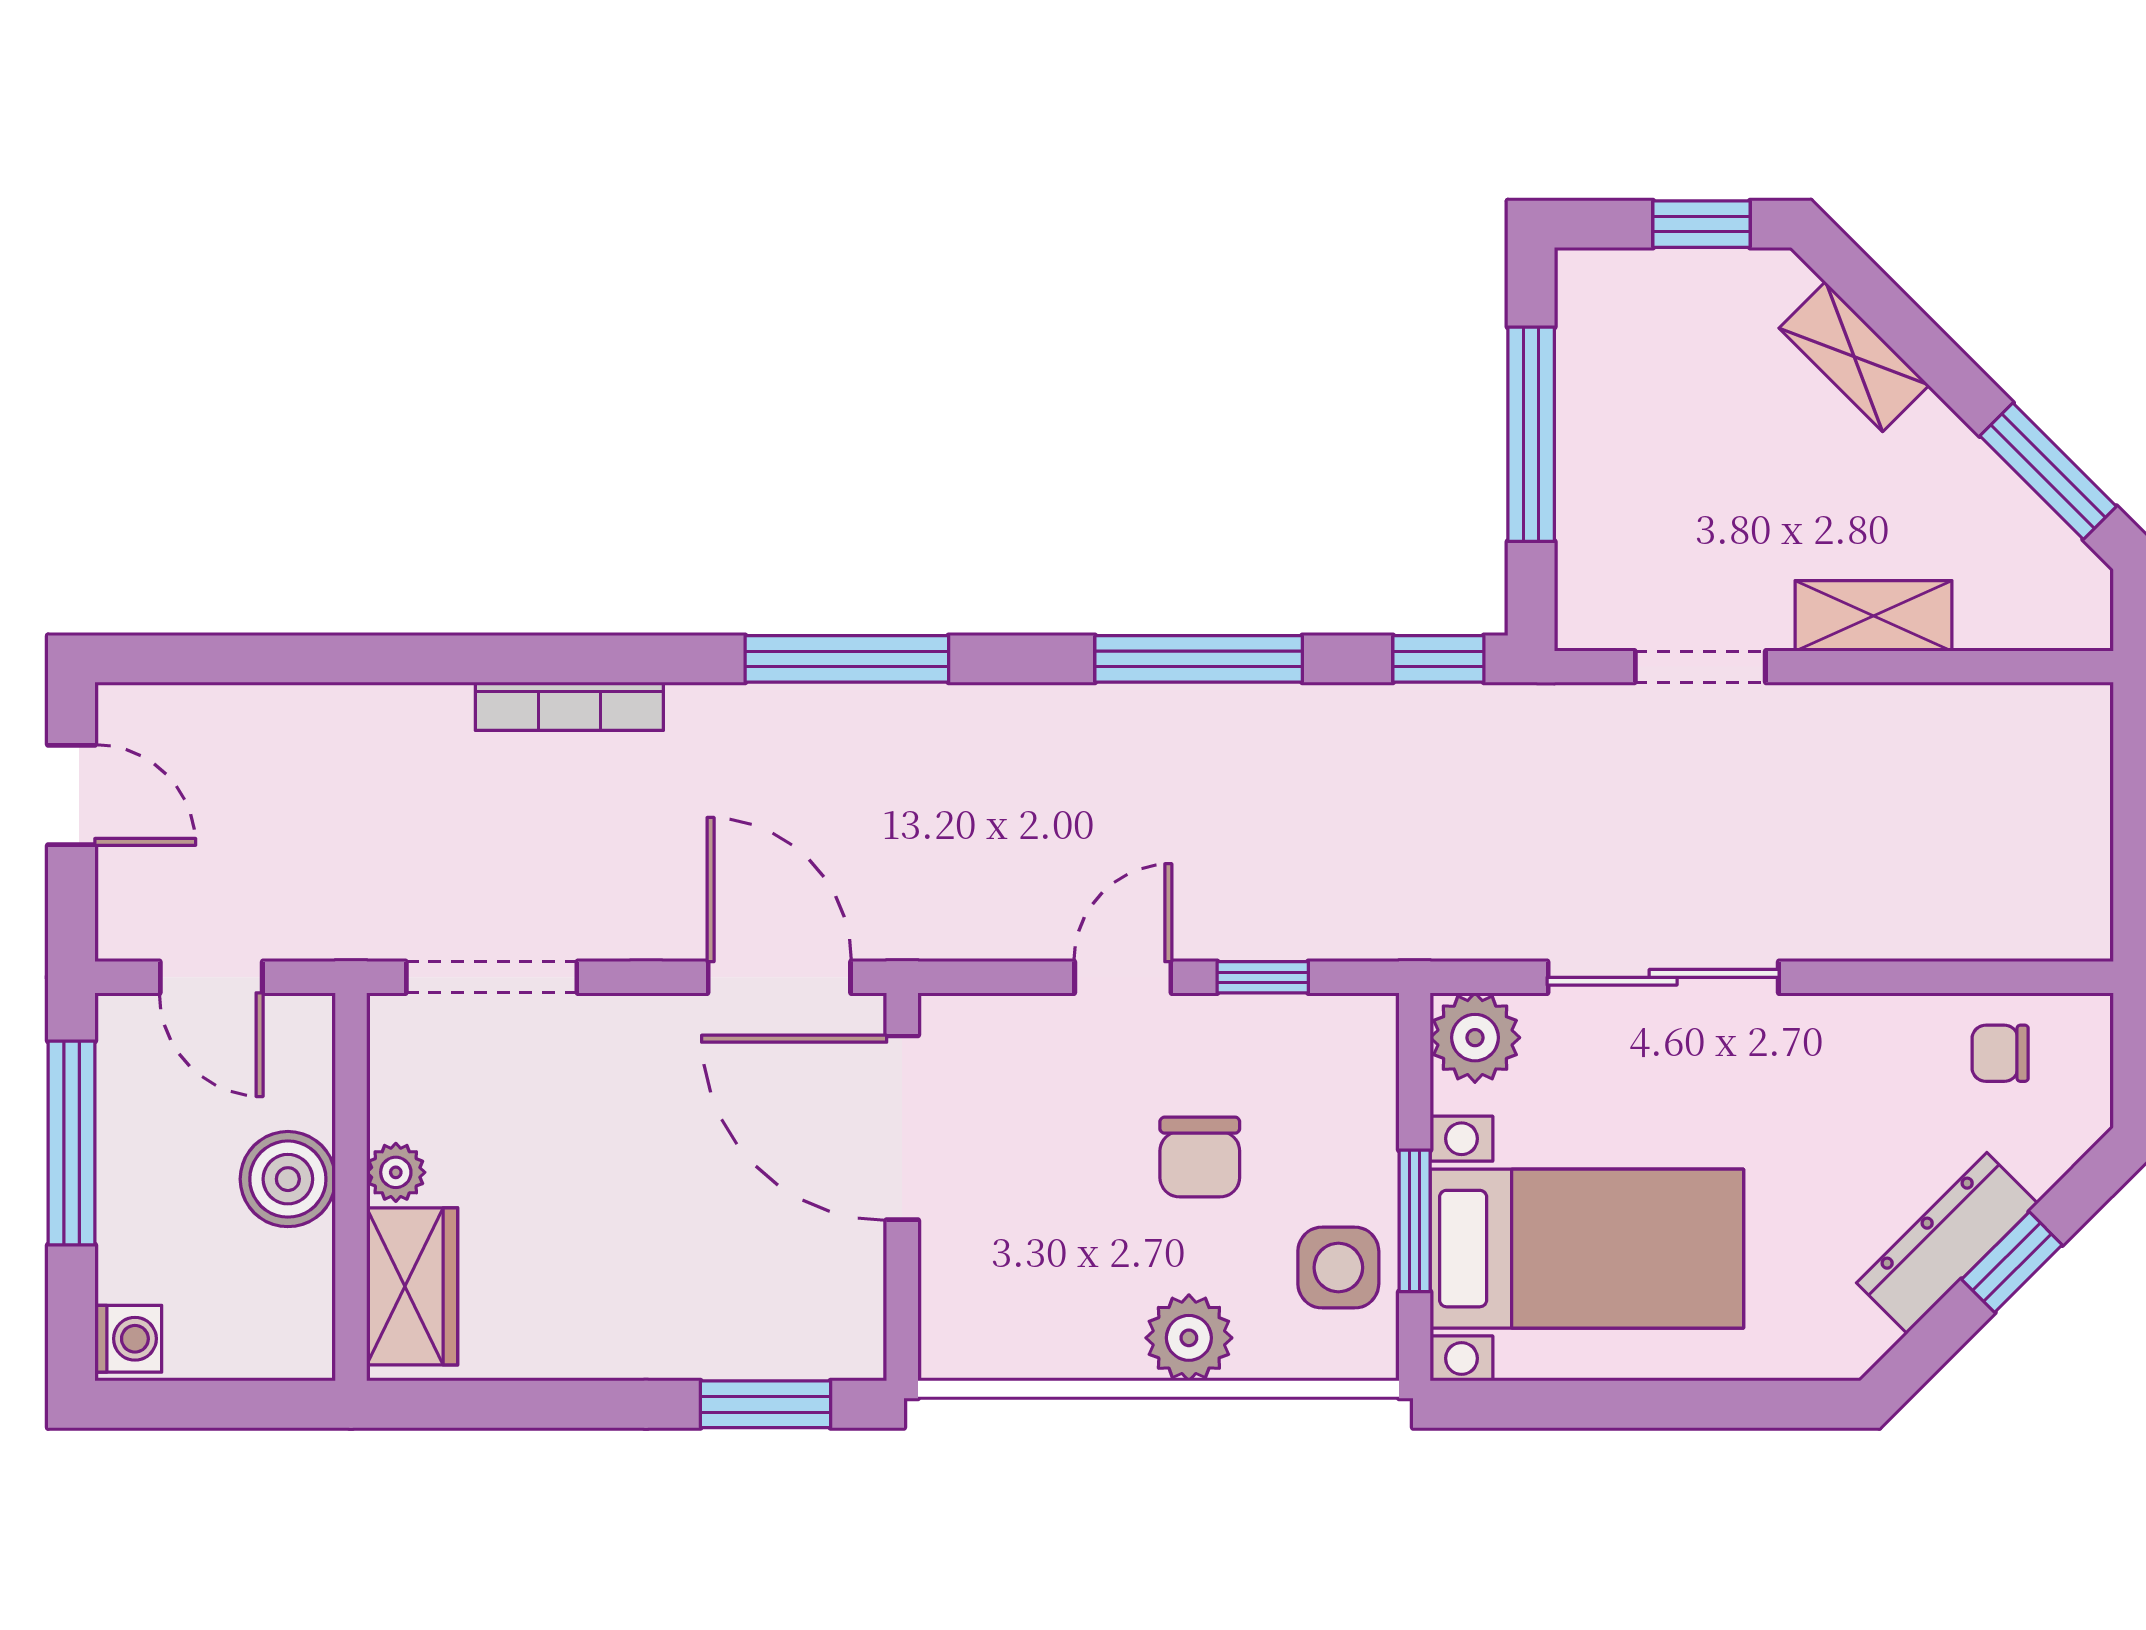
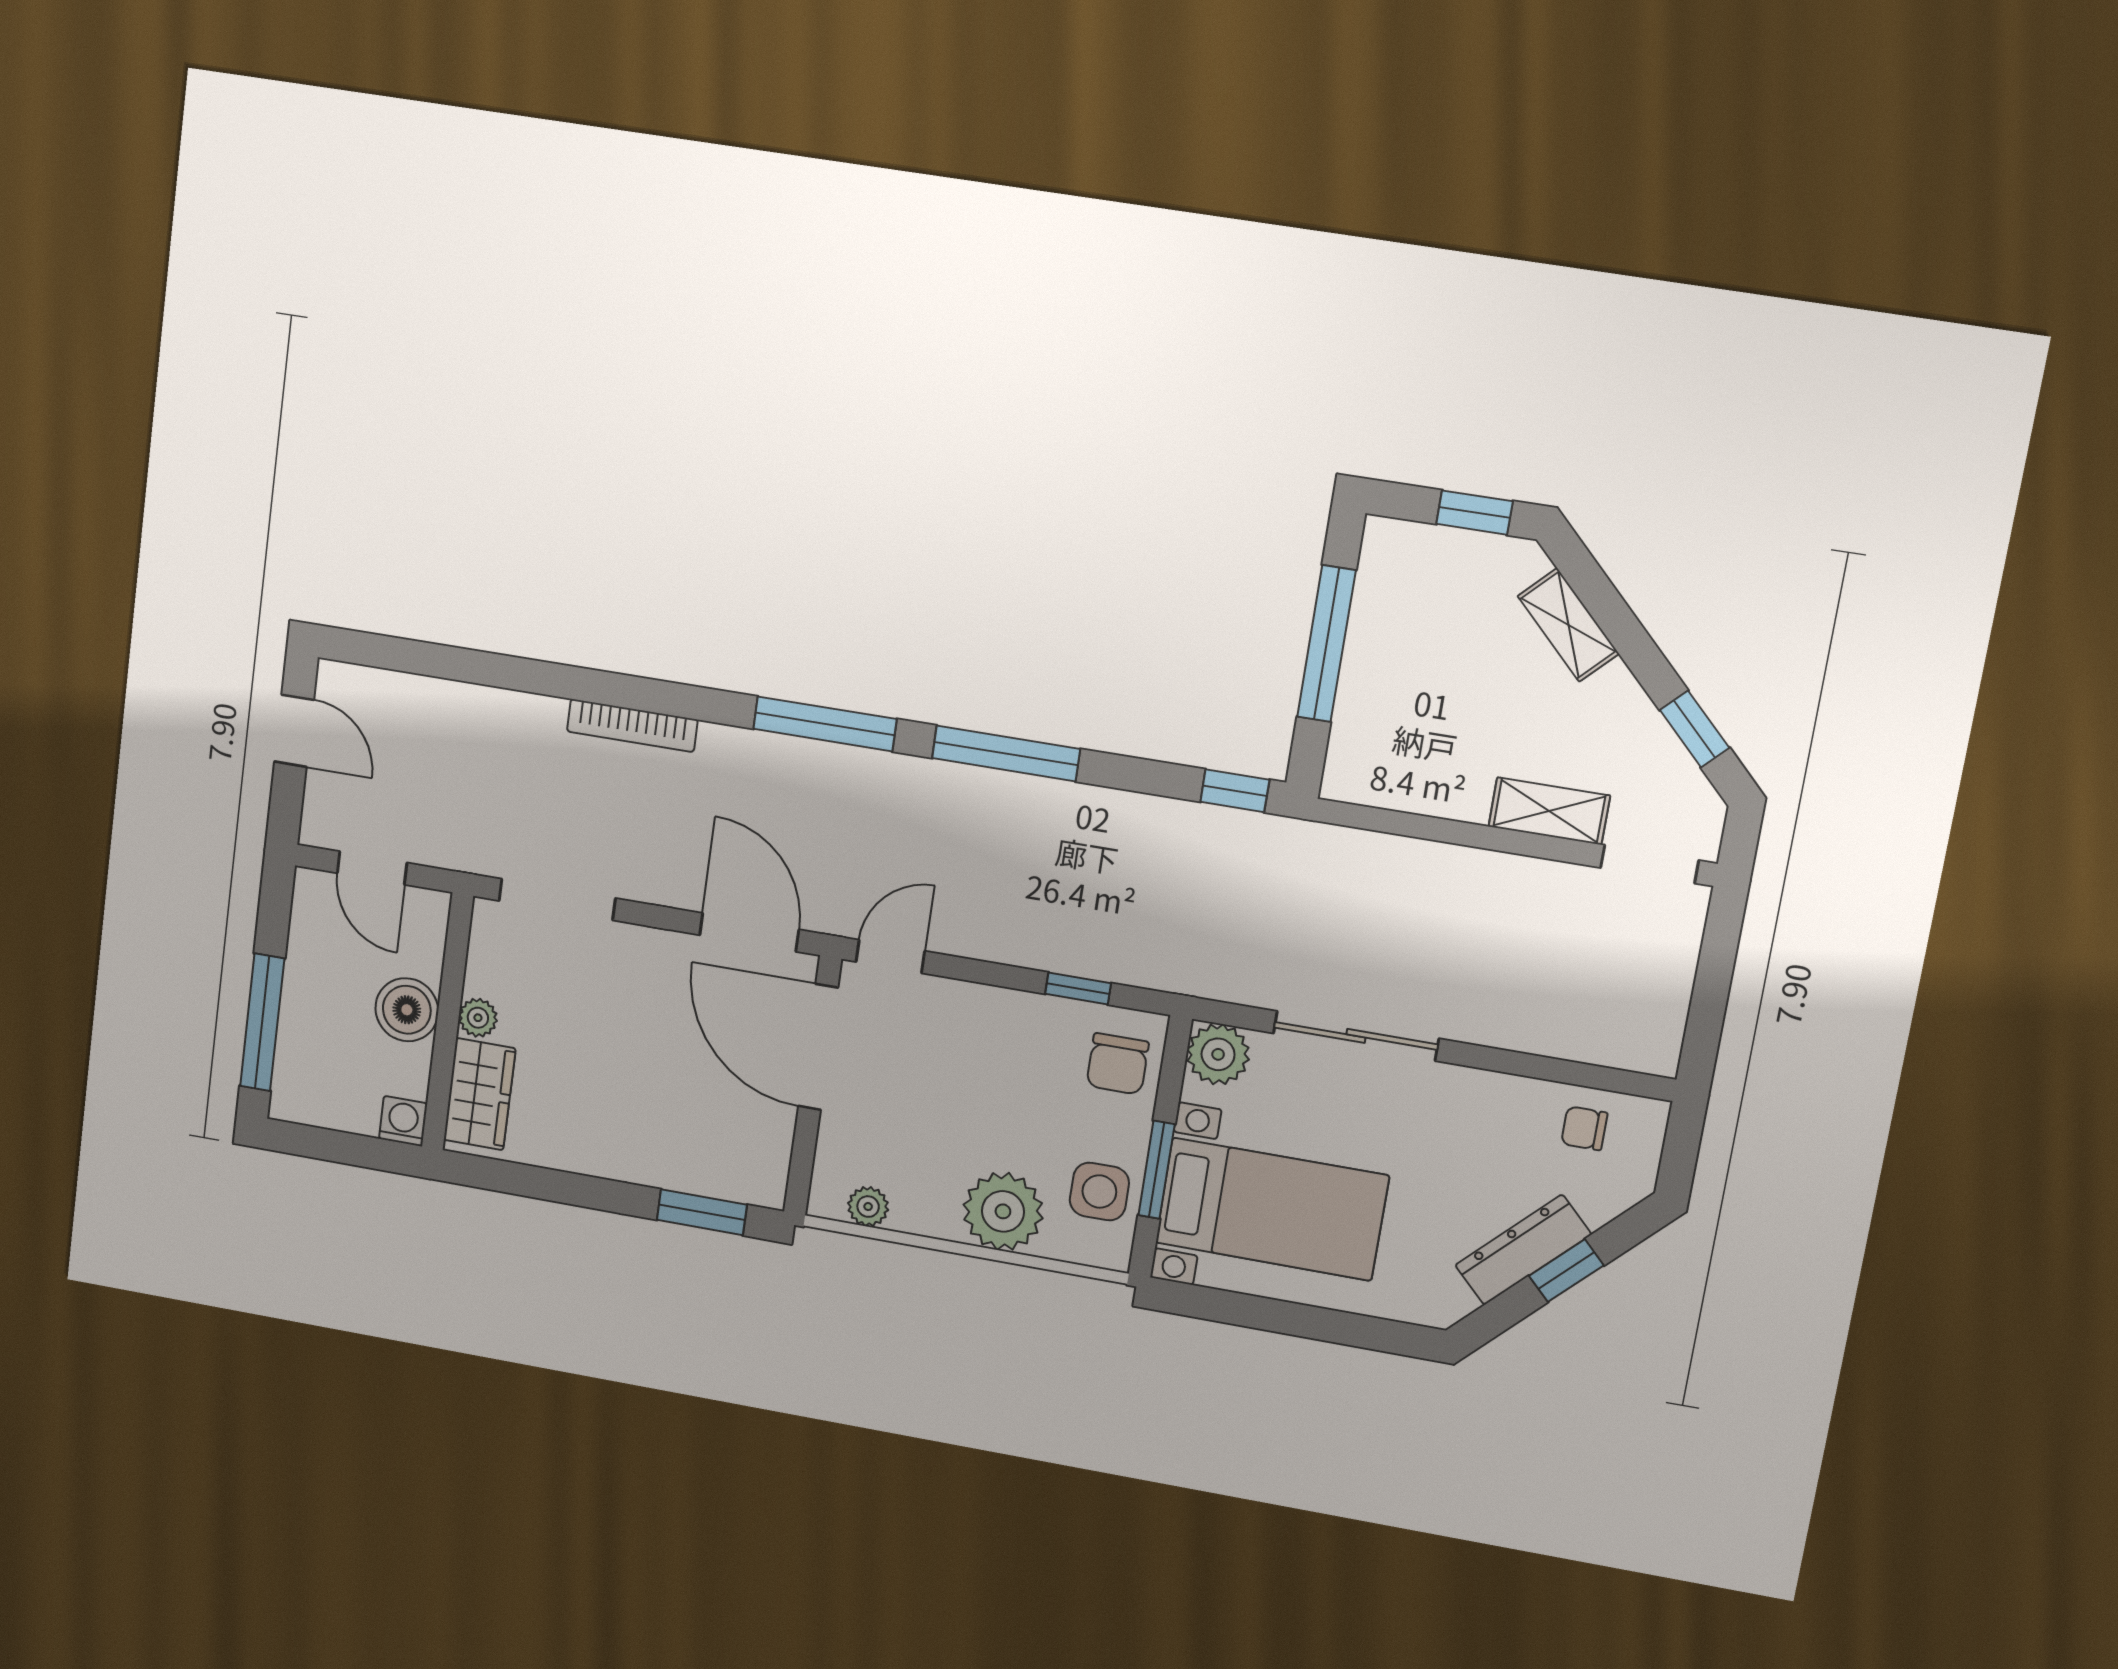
window: (2048, 471) -> (1695, 729), width x0.67
window: (1199, 659) -> (1006, 753), moved
doorway: (1700, 667) -> (1650, 864), moved
door: (1123, 977) -> (890, 956), moved
window: (72, 1143) -> (262, 1022), moved
chair: (1200, 1157) -> (1118, 1064), moved
plant: (1189, 1338) -> (1003, 1211), width x1.36, depth x1.36
washing machine: (128, 1339) -> (403, 1121), moved, turned -90
plant: (1008, 1351) -> (868, 1207), added

